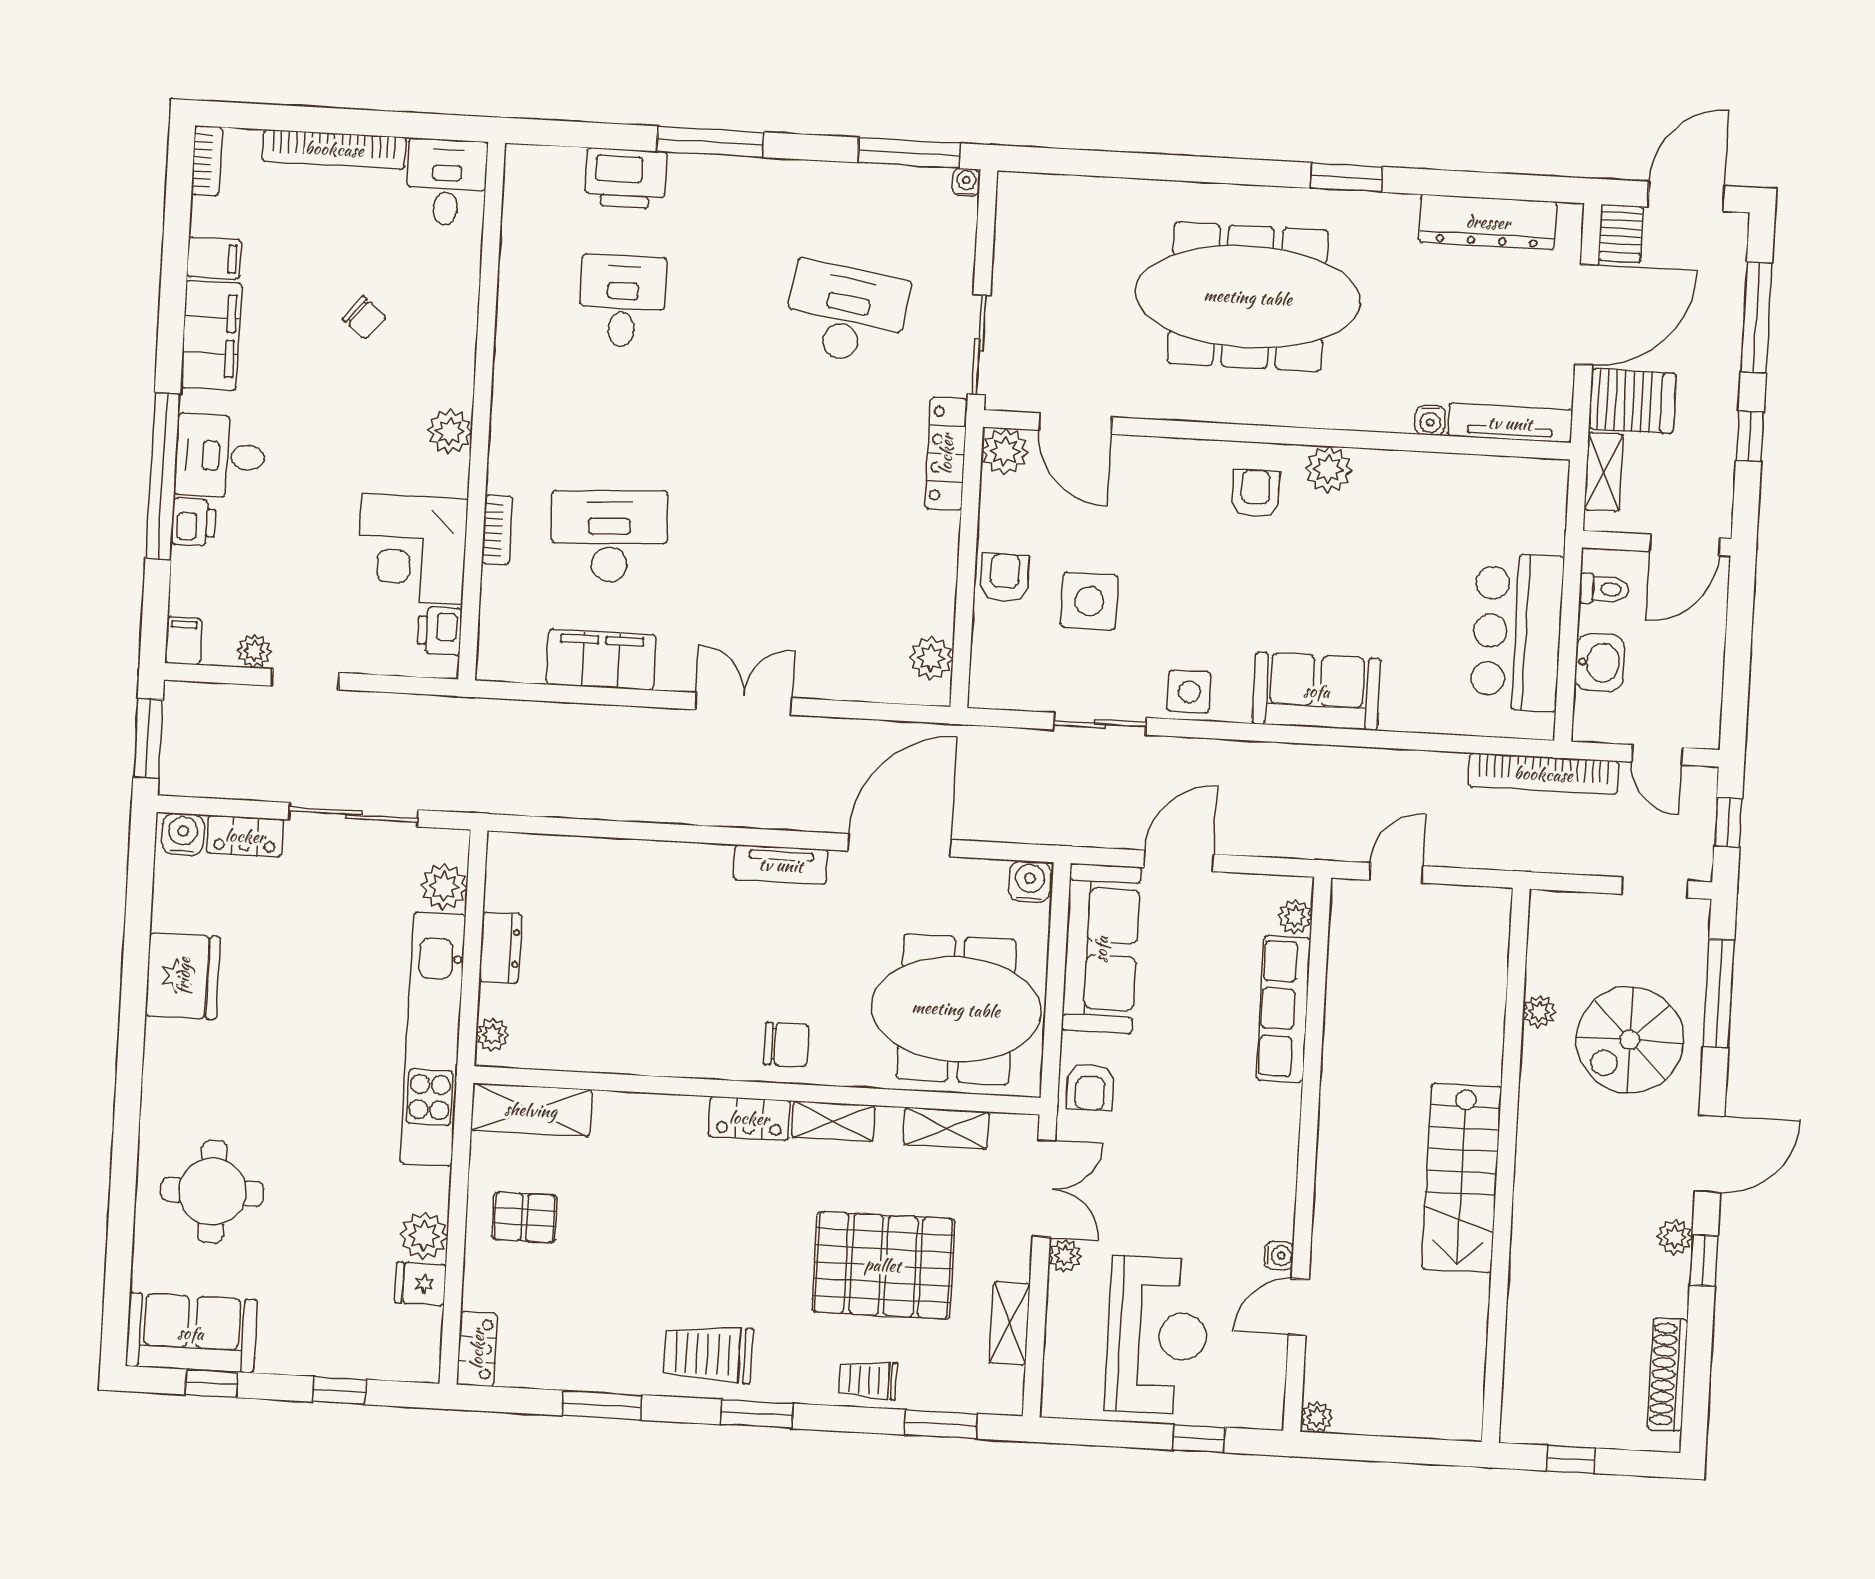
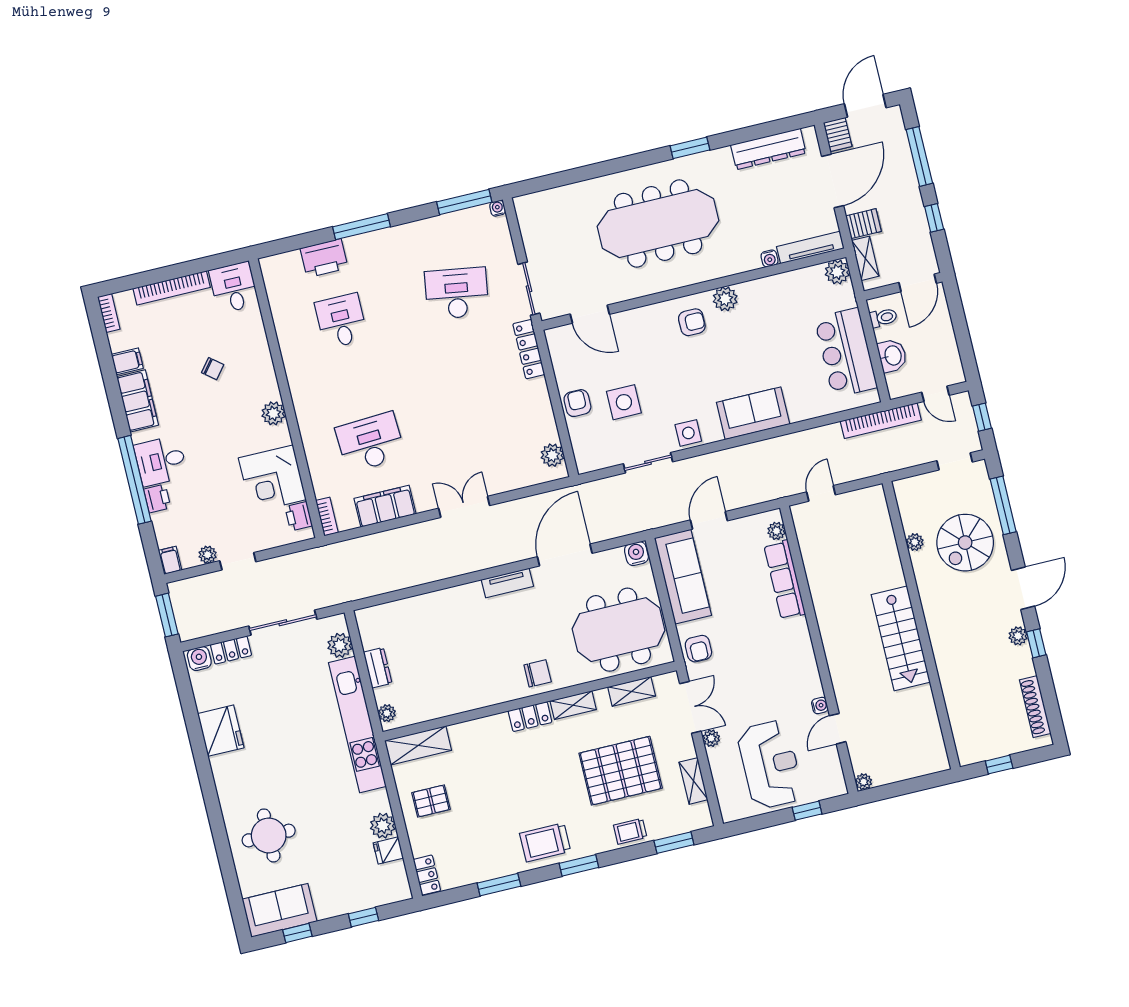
server rack: (1632, 401) -> (863, 224), width x0.73, depth x0.70
plant: (1005, 451) -> (837, 272), moved
armchair: (1255, 494) -> (692, 322), turned 90
bookcase: (497, 530) -> (327, 517), moved

